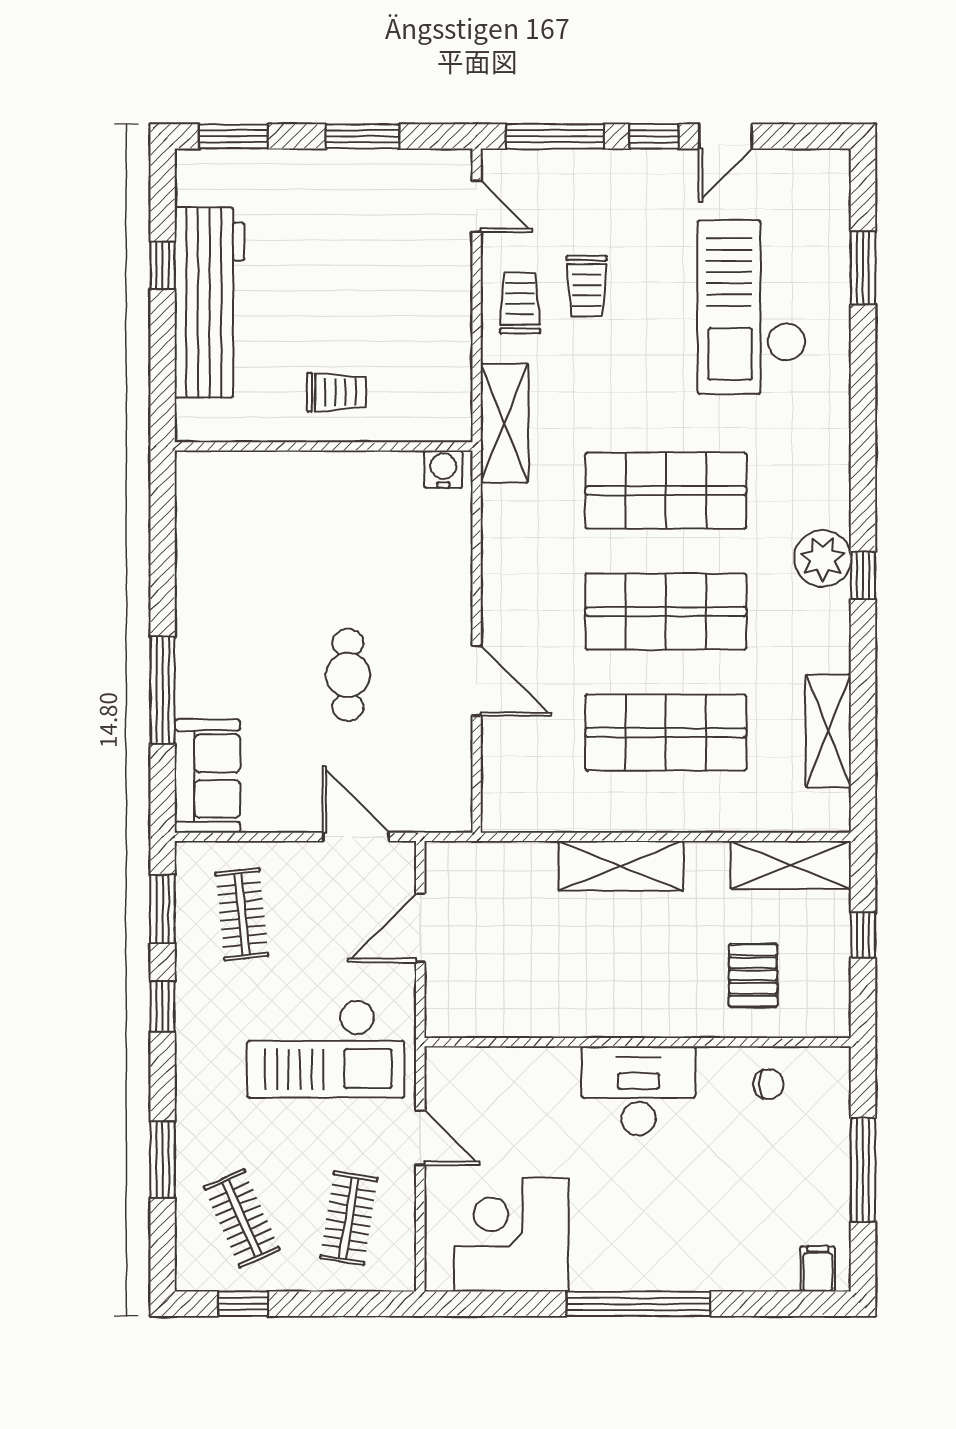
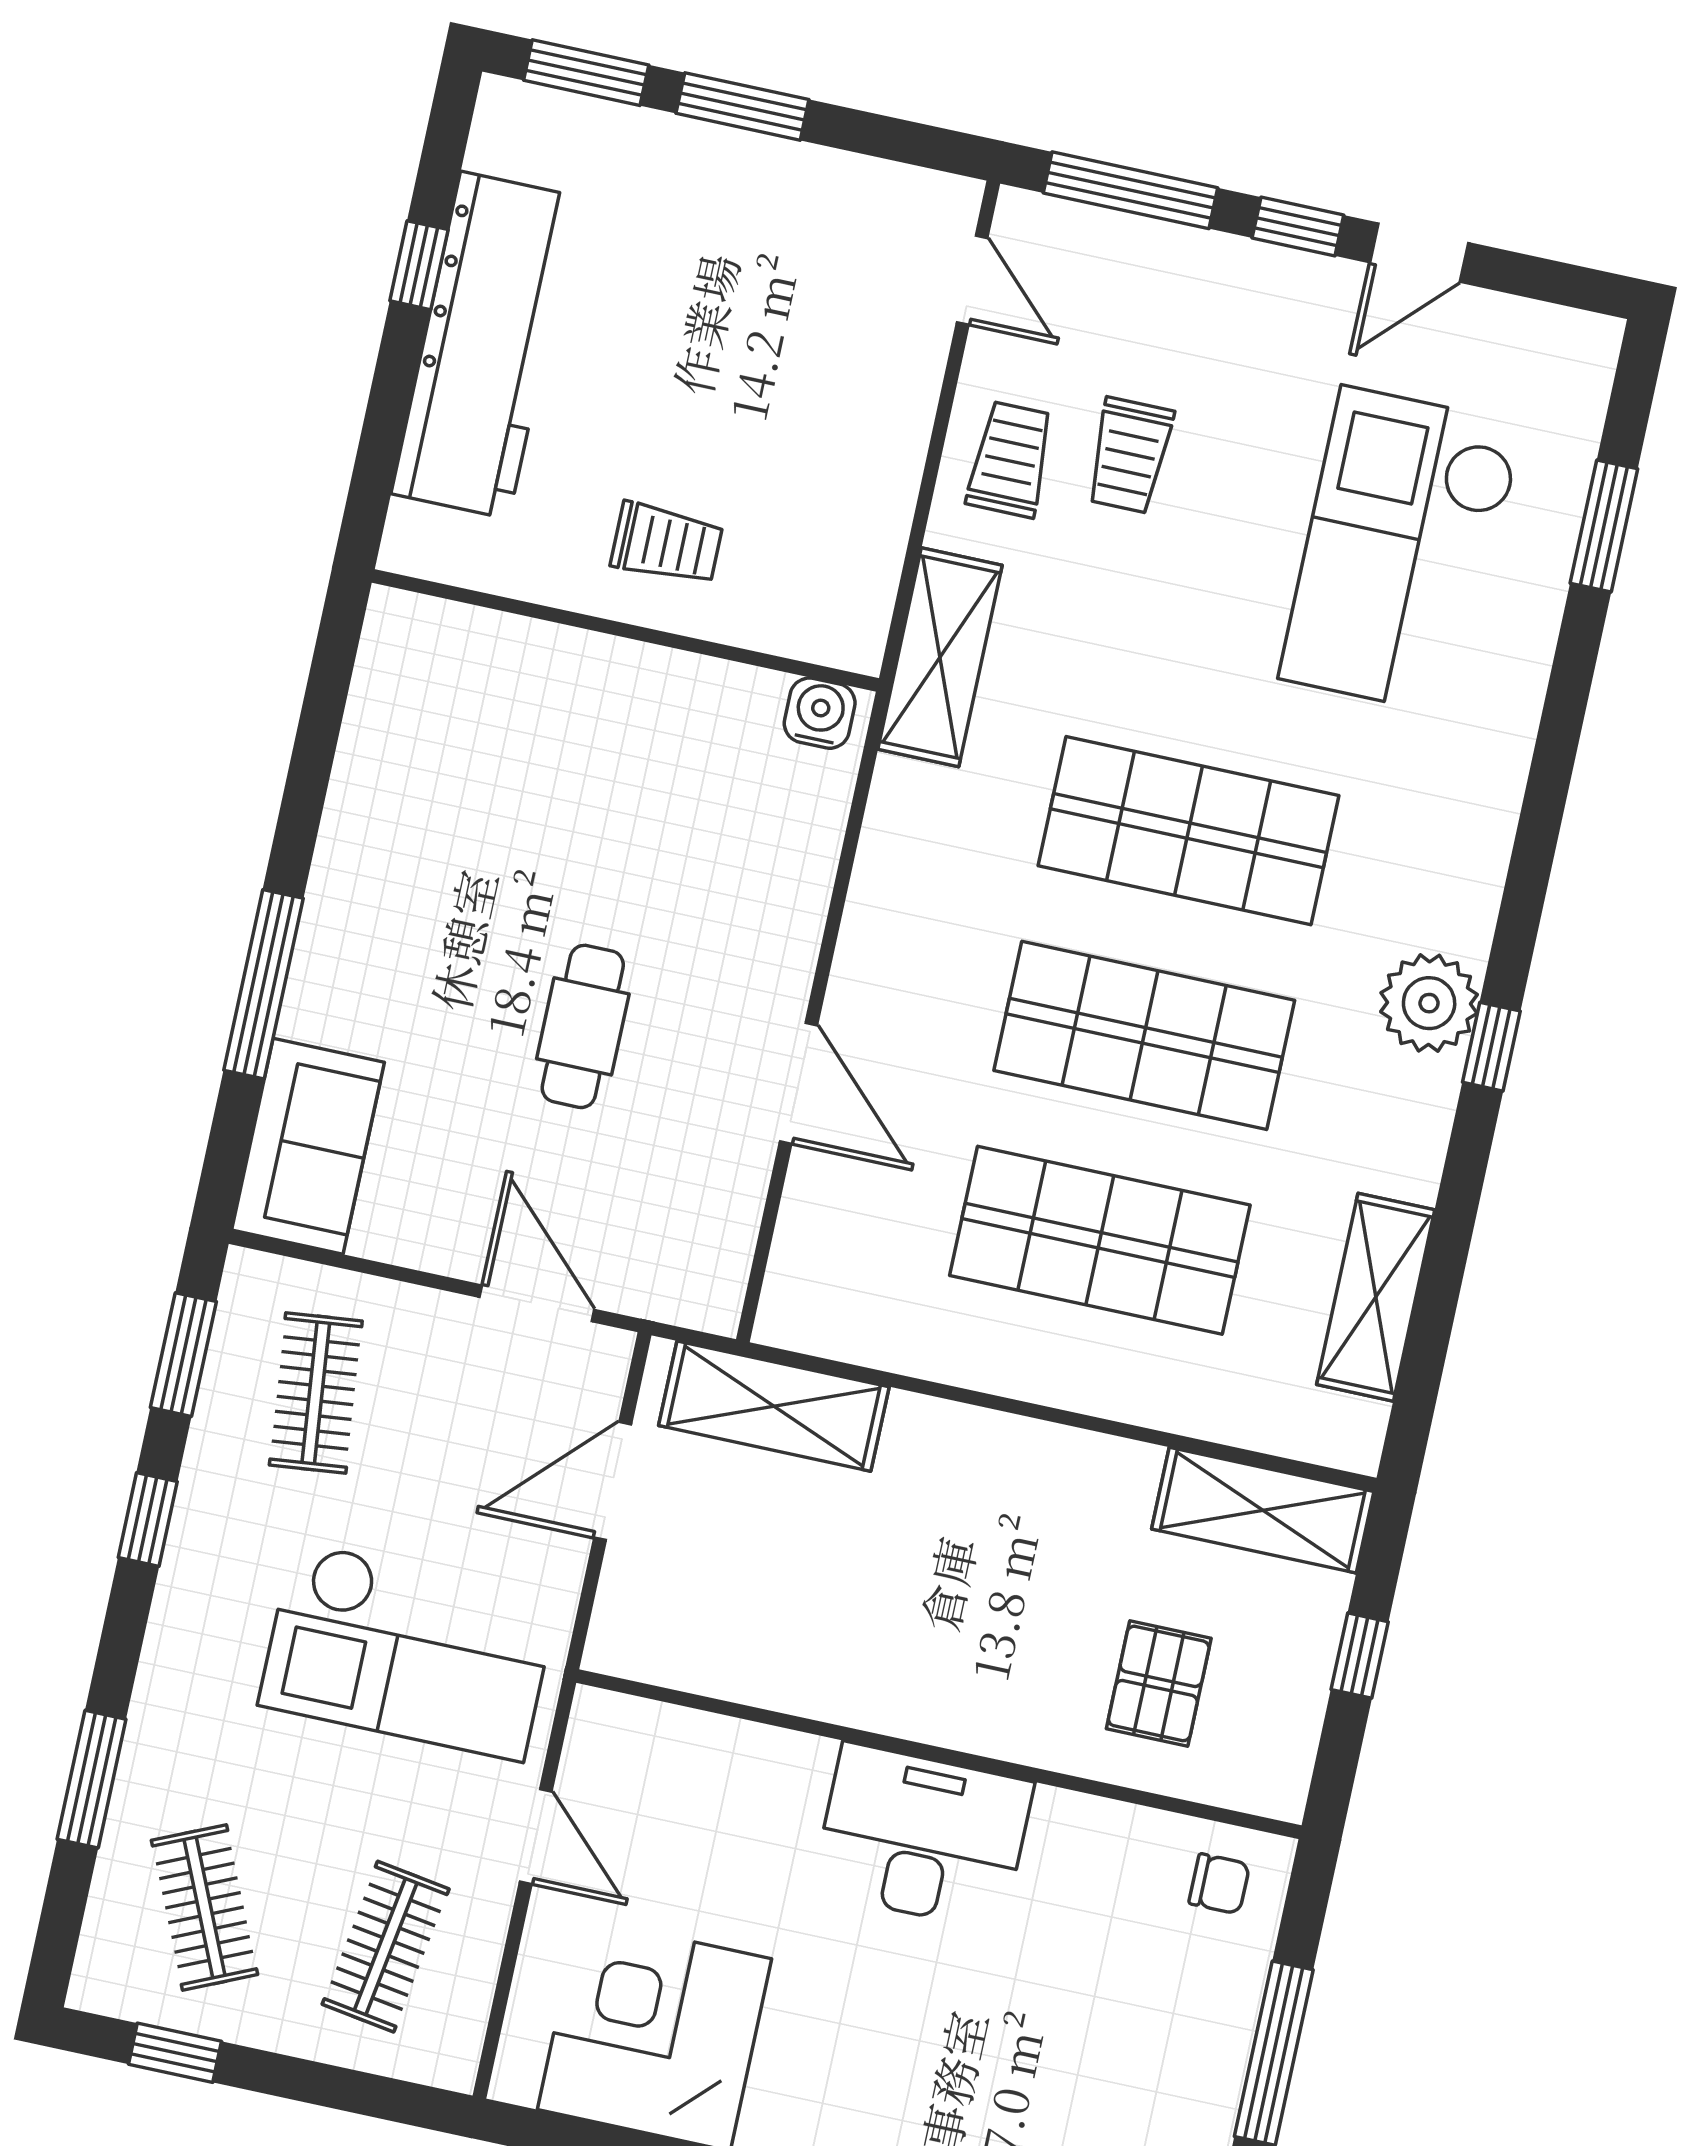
window: (363, 136) -> (742, 106), moved
shelving: (621, 866) -> (774, 1406), moved
chair: (769, 1084) -> (1219, 1884), moved

